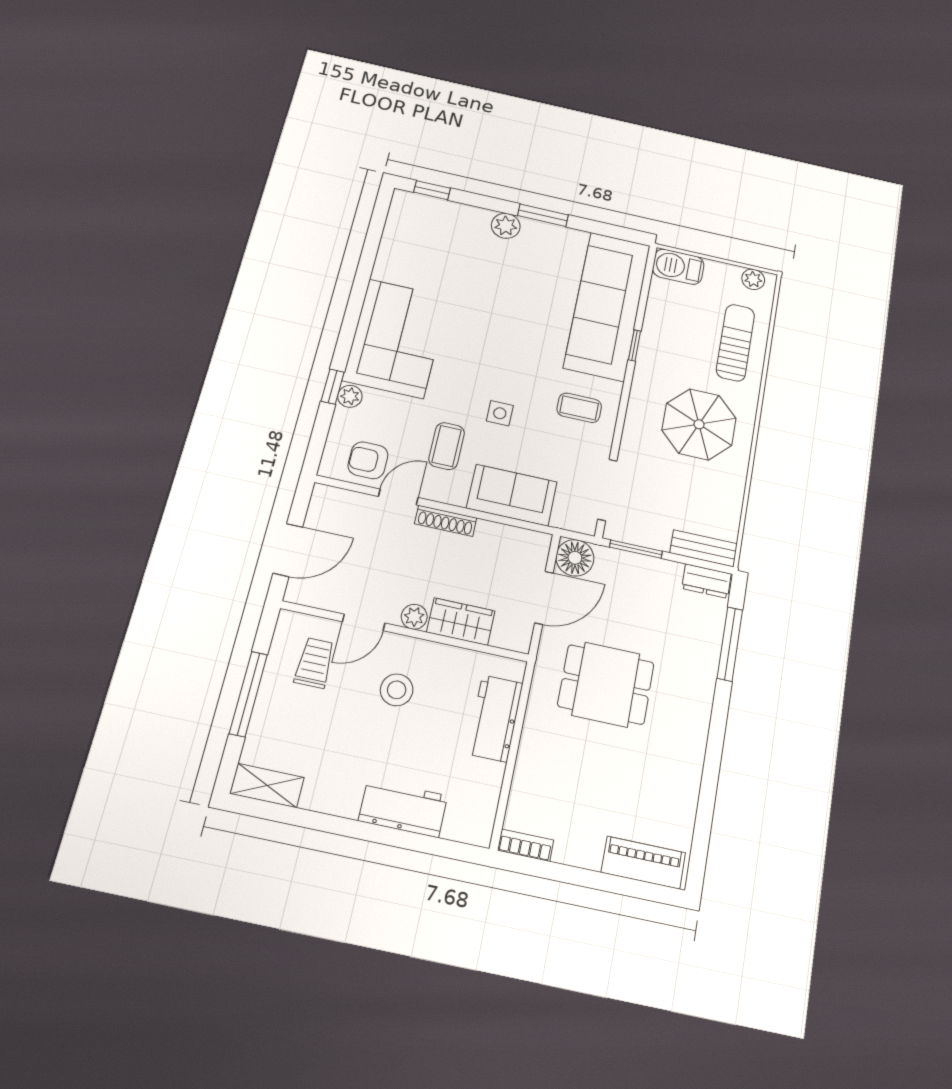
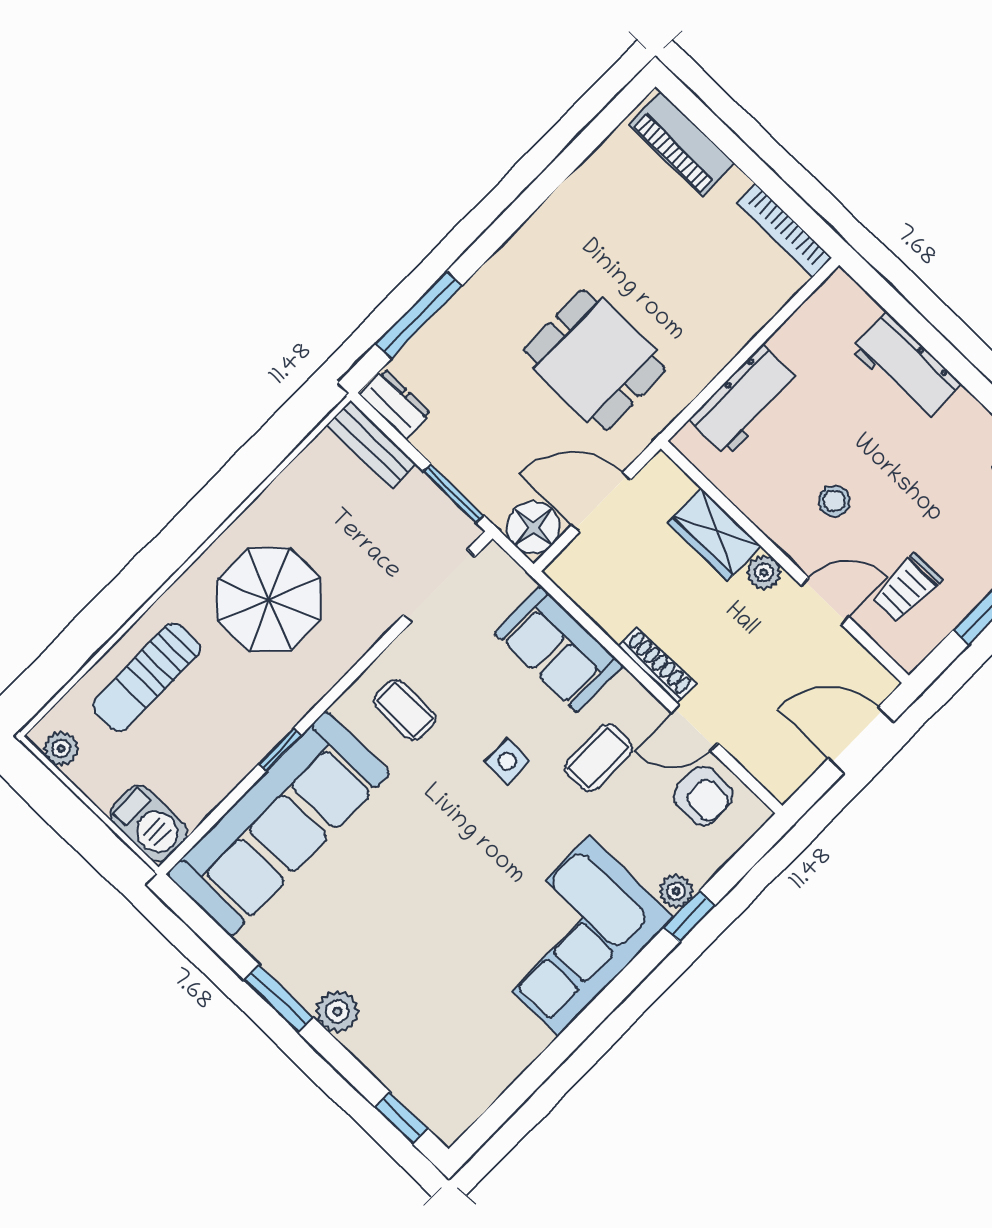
stool: (397, 690) -> (834, 501), width x0.73, depth x0.73
bookcase: (525, 845) -> (784, 230), width x1.56

